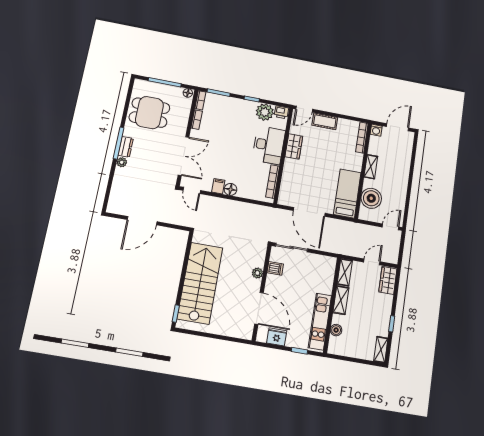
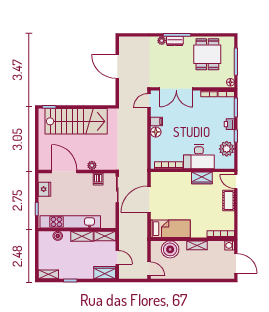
printer: (281, 112) -> (229, 124), moved
door: (259, 308) -> (64, 171), swing flipped
kitchen unit: (320, 322) -> (70, 222), width x1.36

